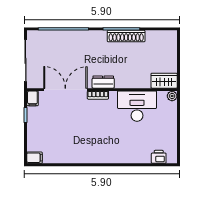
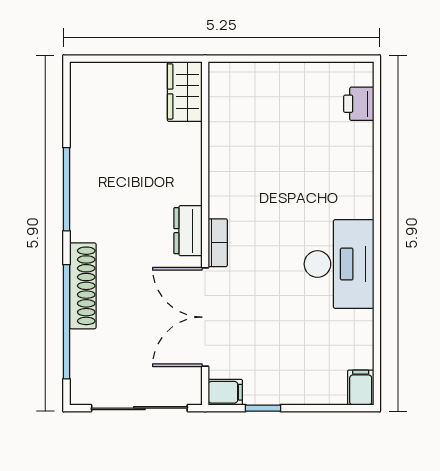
shoe rack: (126, 36) -> (83, 286), moved
plant: (172, 96) -> (220, 73), removed
desk: (137, 106) -> (339, 264), moved, turned 180

